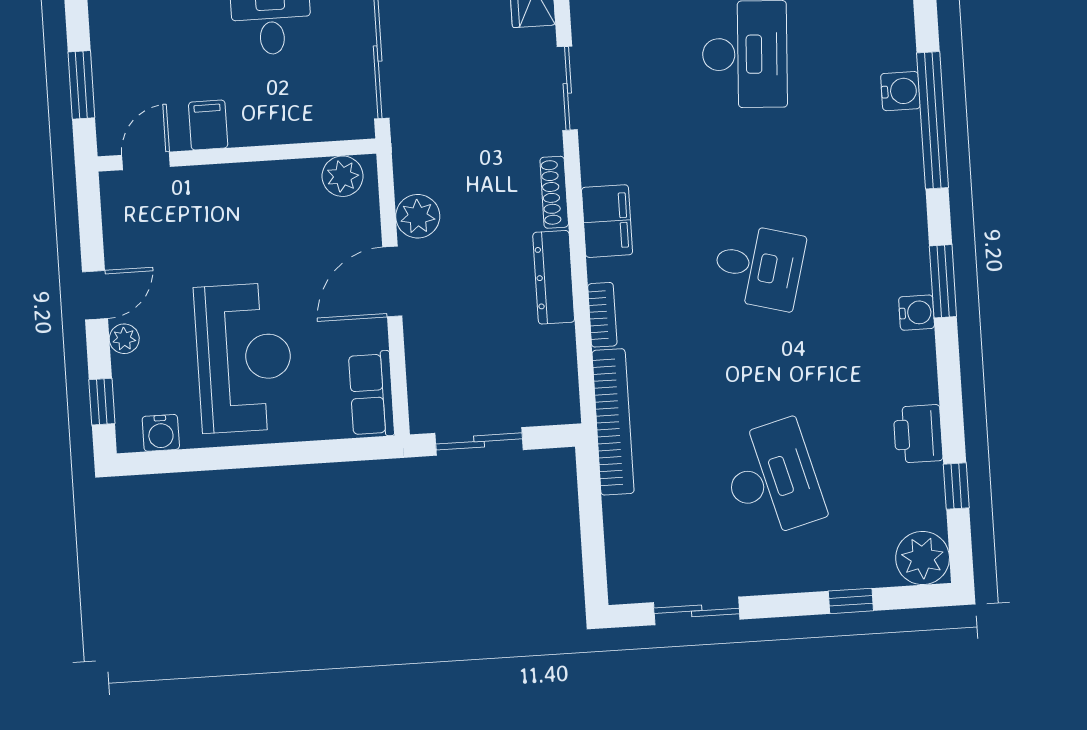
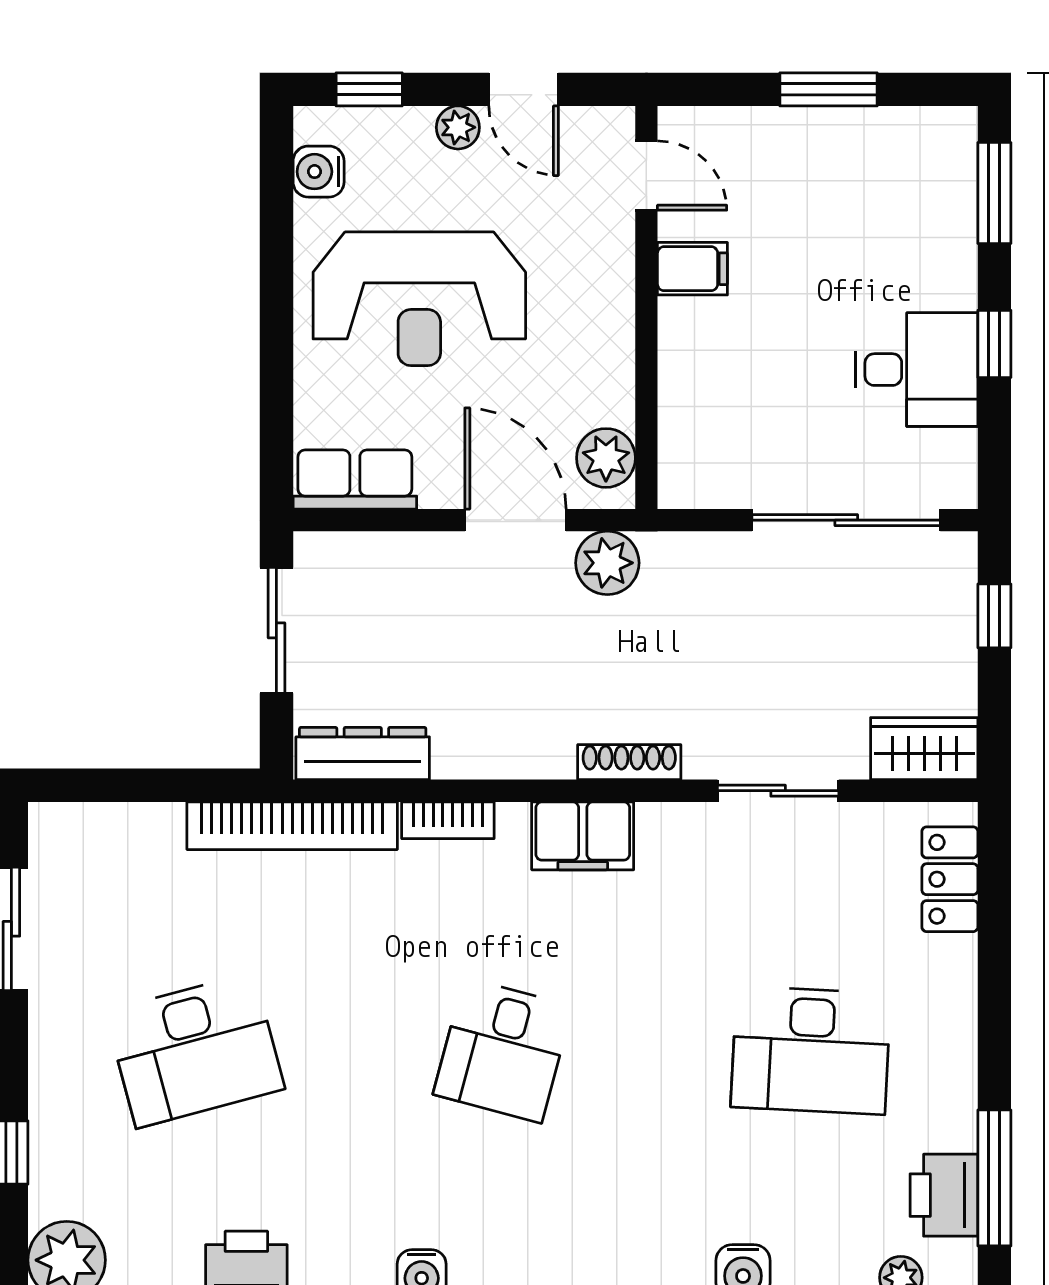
filing cabinet: (208, 125) -> (692, 269), moved
wall: (237, 155) -> (646, 308), moved
door: (146, 161) -> (646, 176), moved
plant: (343, 176) -> (606, 458), moved
dresser: (554, 277) -> (363, 754), moved

